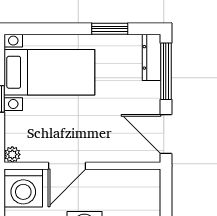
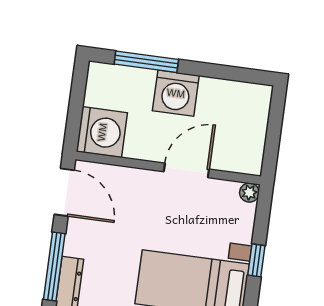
washing machine: (23, 188) -> (102, 132), moved, turned 90

